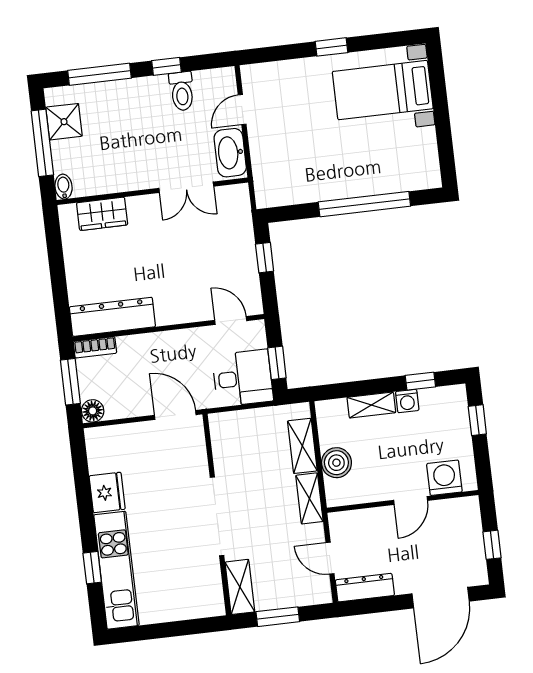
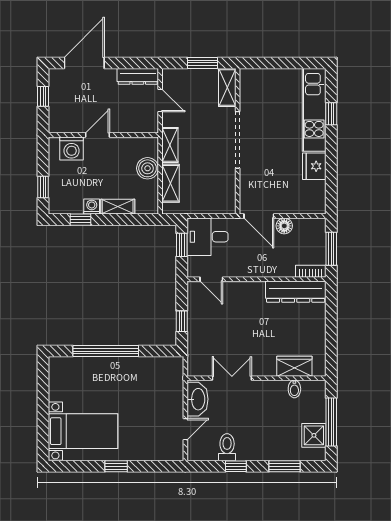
window: (100, 74) -> (284, 466), width x0.69
bidet: (64, 187) -> (294, 389), moved
floor lamp: (93, 411) -> (284, 226), moved

